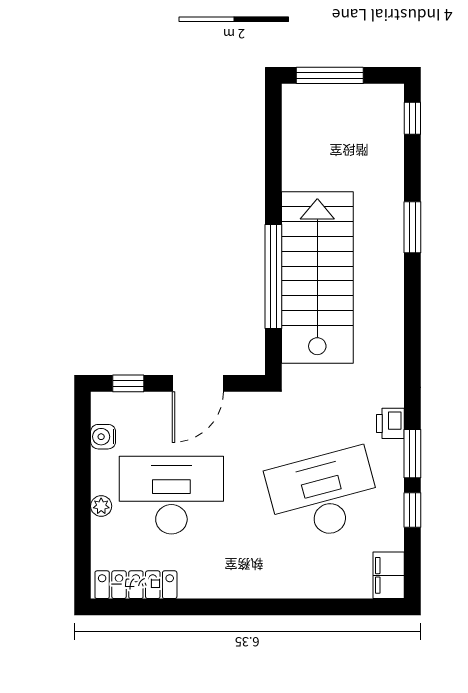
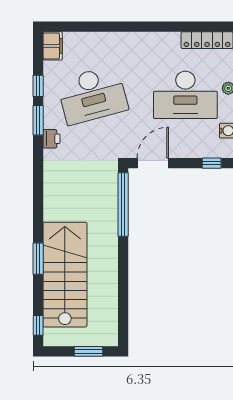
window: (330, 75) -> (89, 351), width x0.69
window: (273, 276) -> (123, 204), moved
stairs: (317, 277) -> (65, 275), moved, turned 180
door: (198, 383) -> (153, 163), moved

